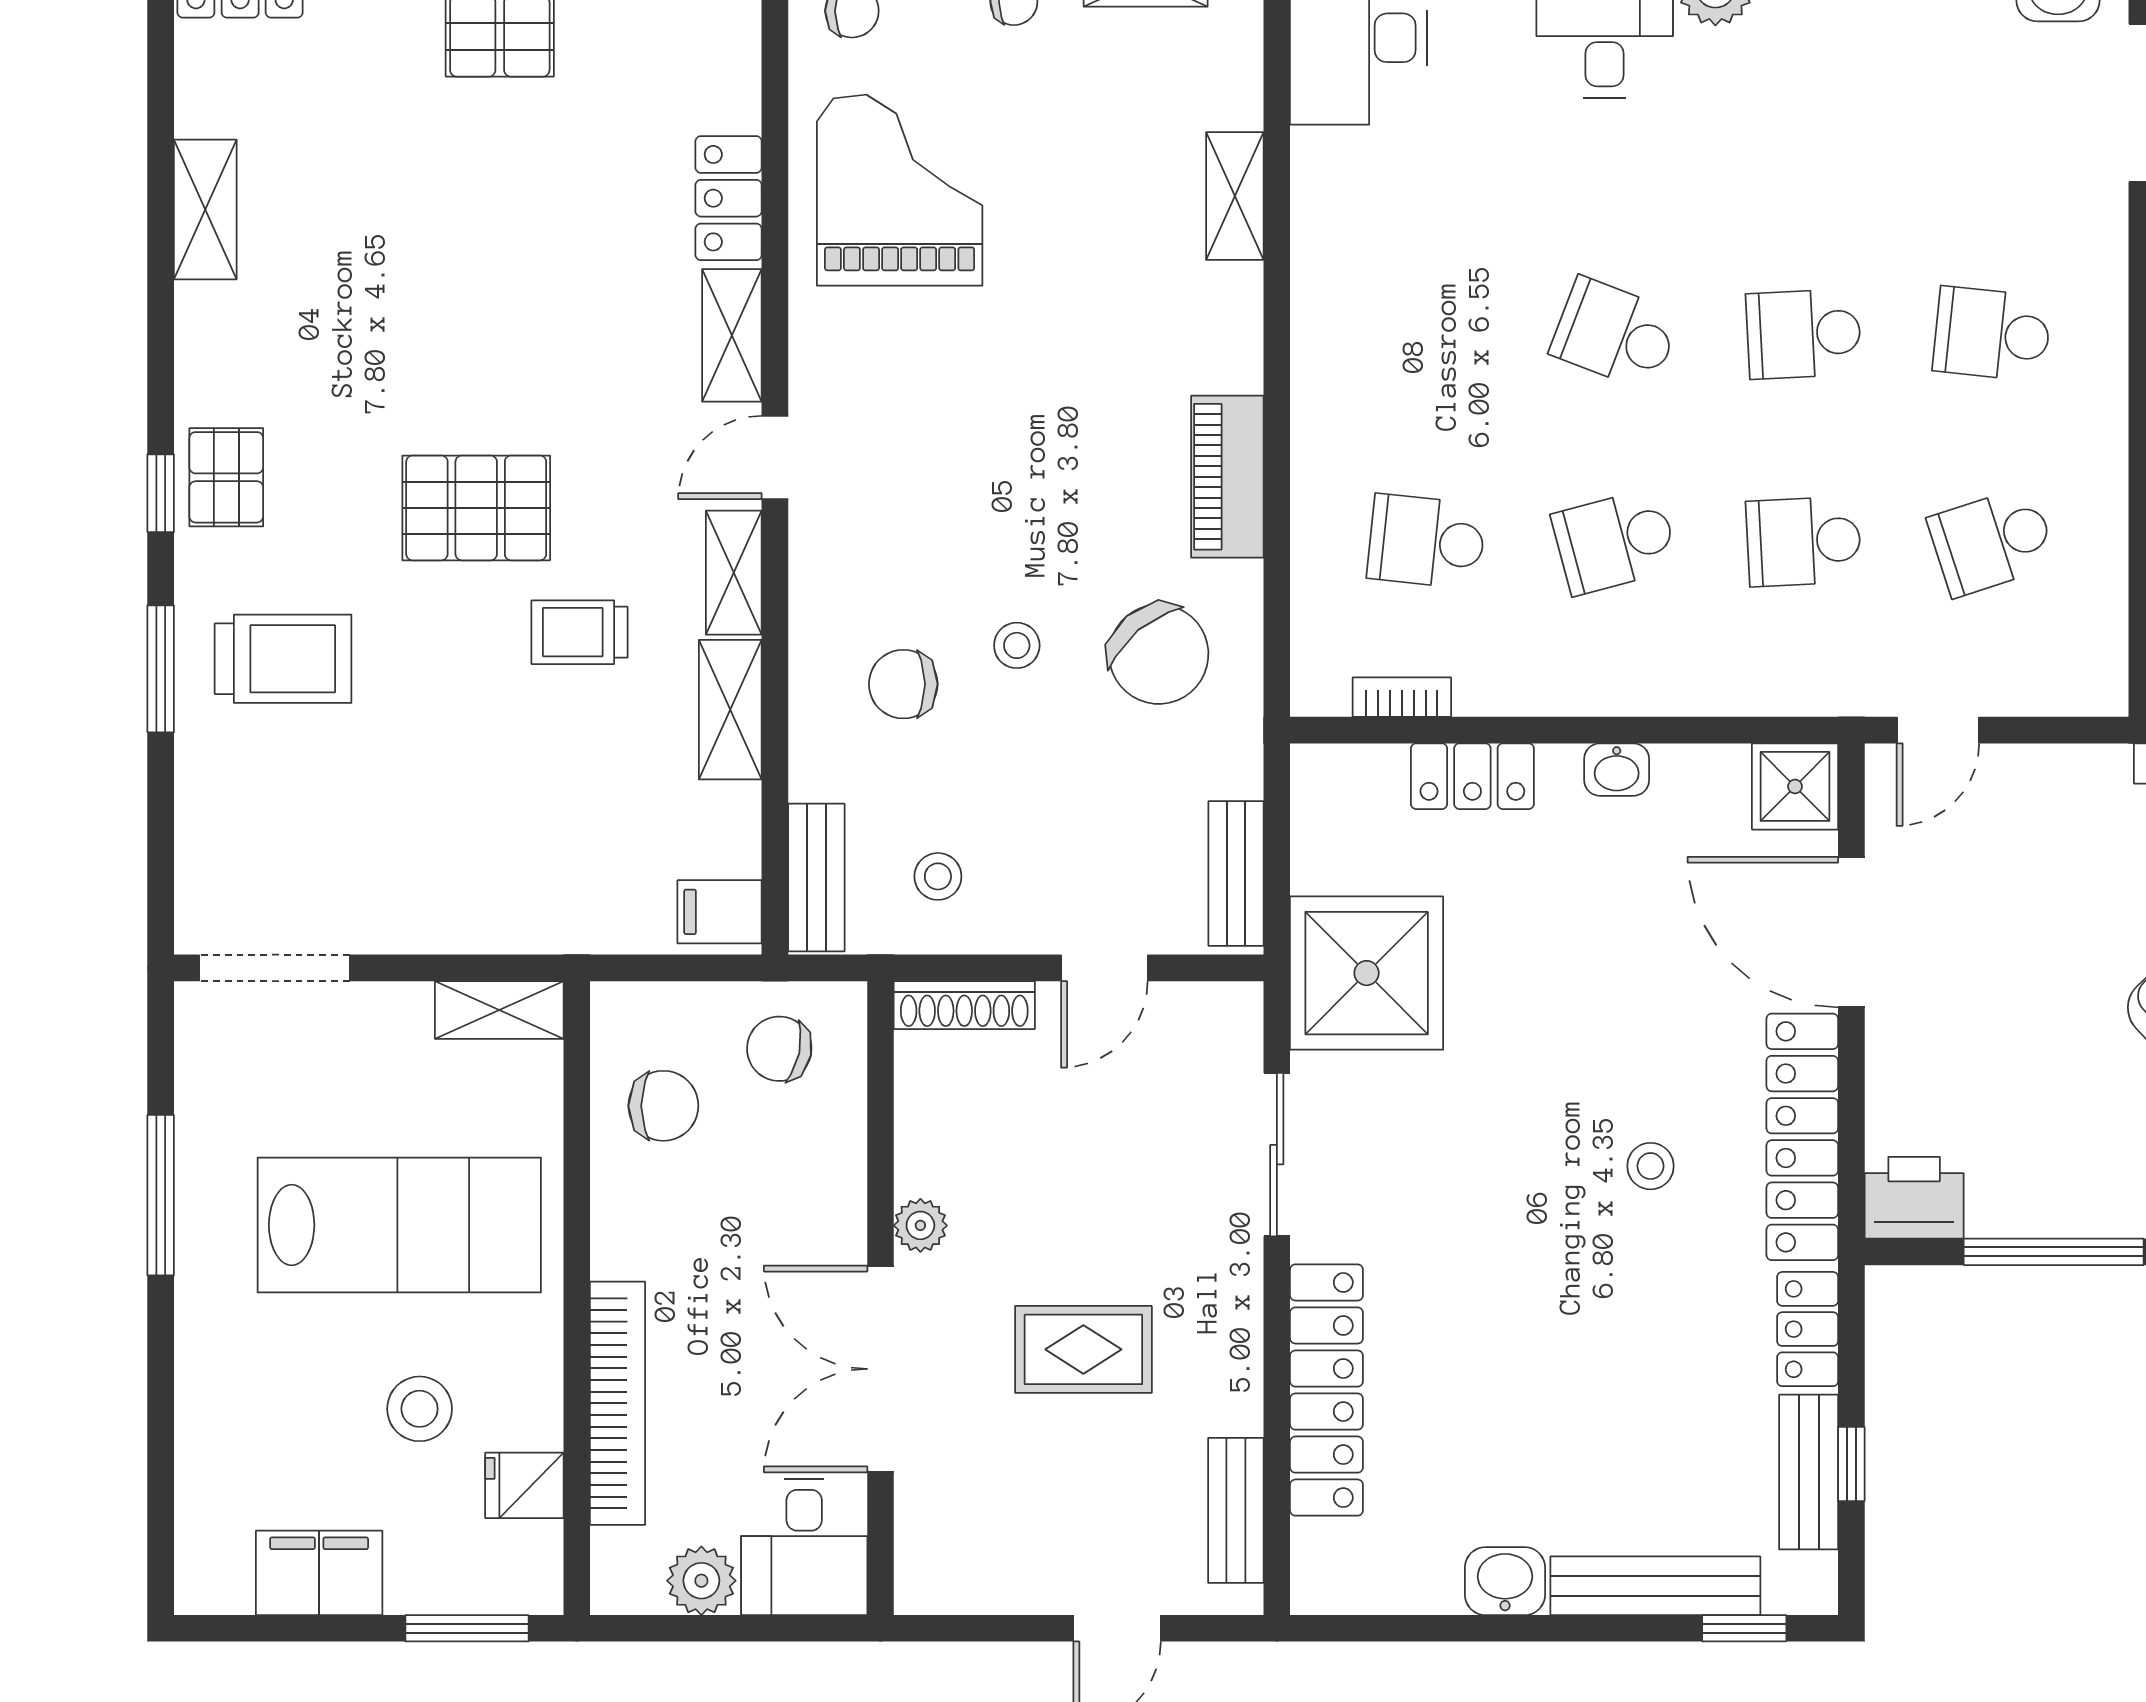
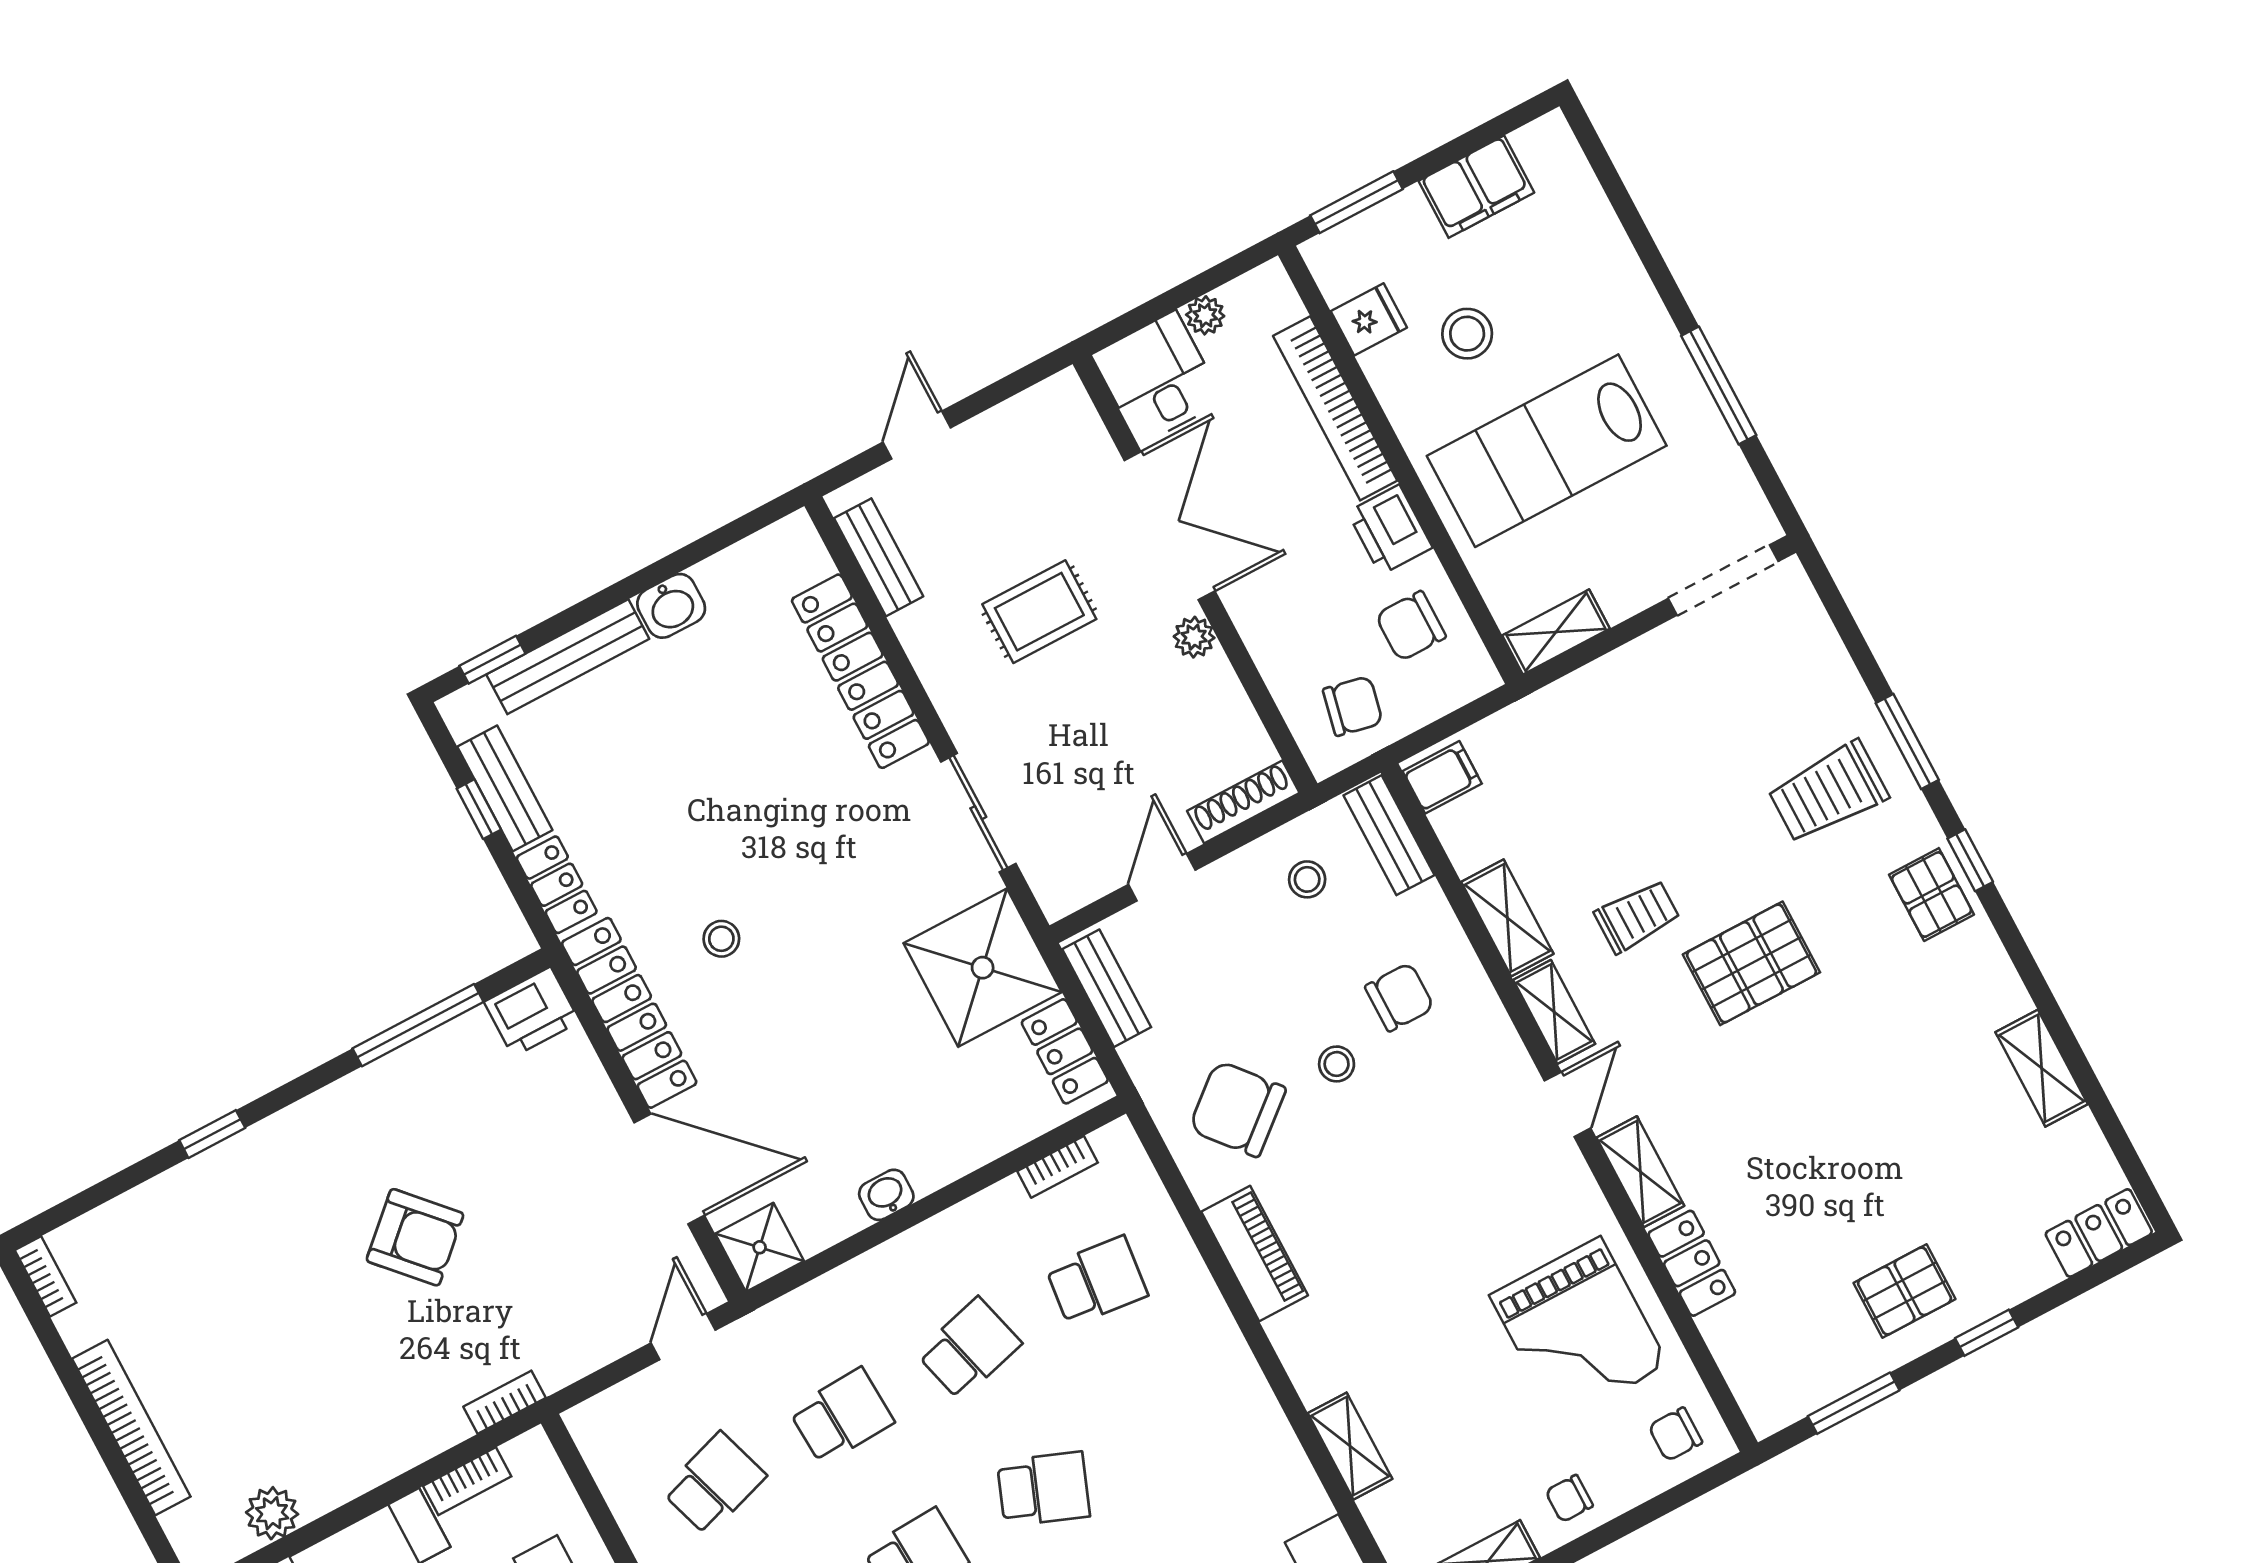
locker: (1472, 776) -> (1065, 1051), moved, turned -90
printer: (629, 1230) -> (1390, 530), added
plant: (701, 1581) -> (1205, 315), width x0.73, depth x0.73

